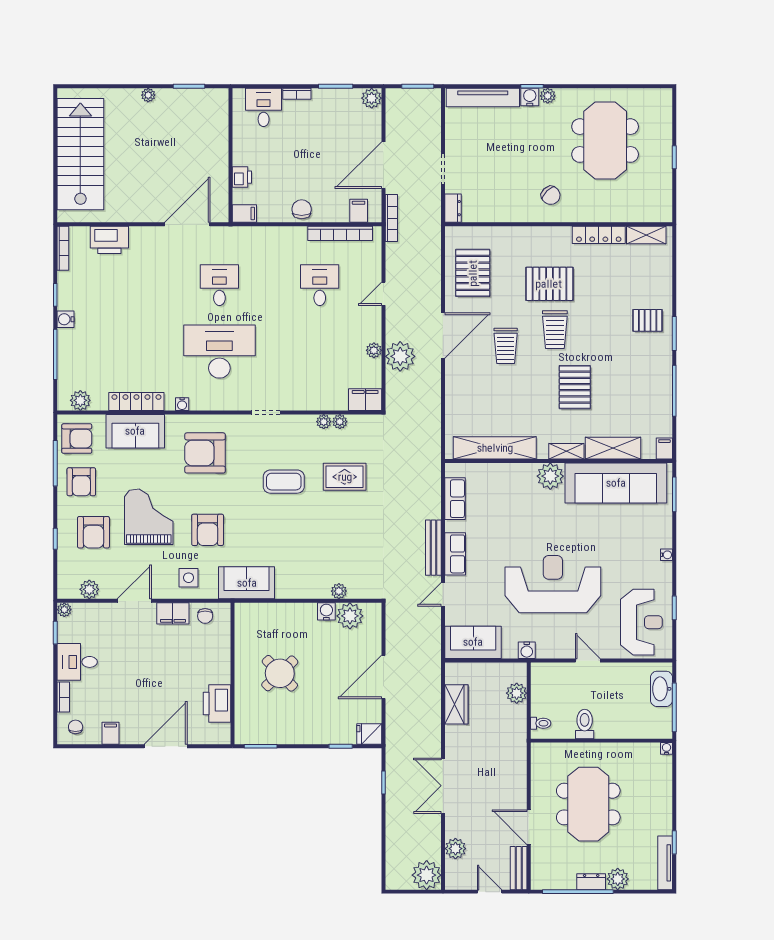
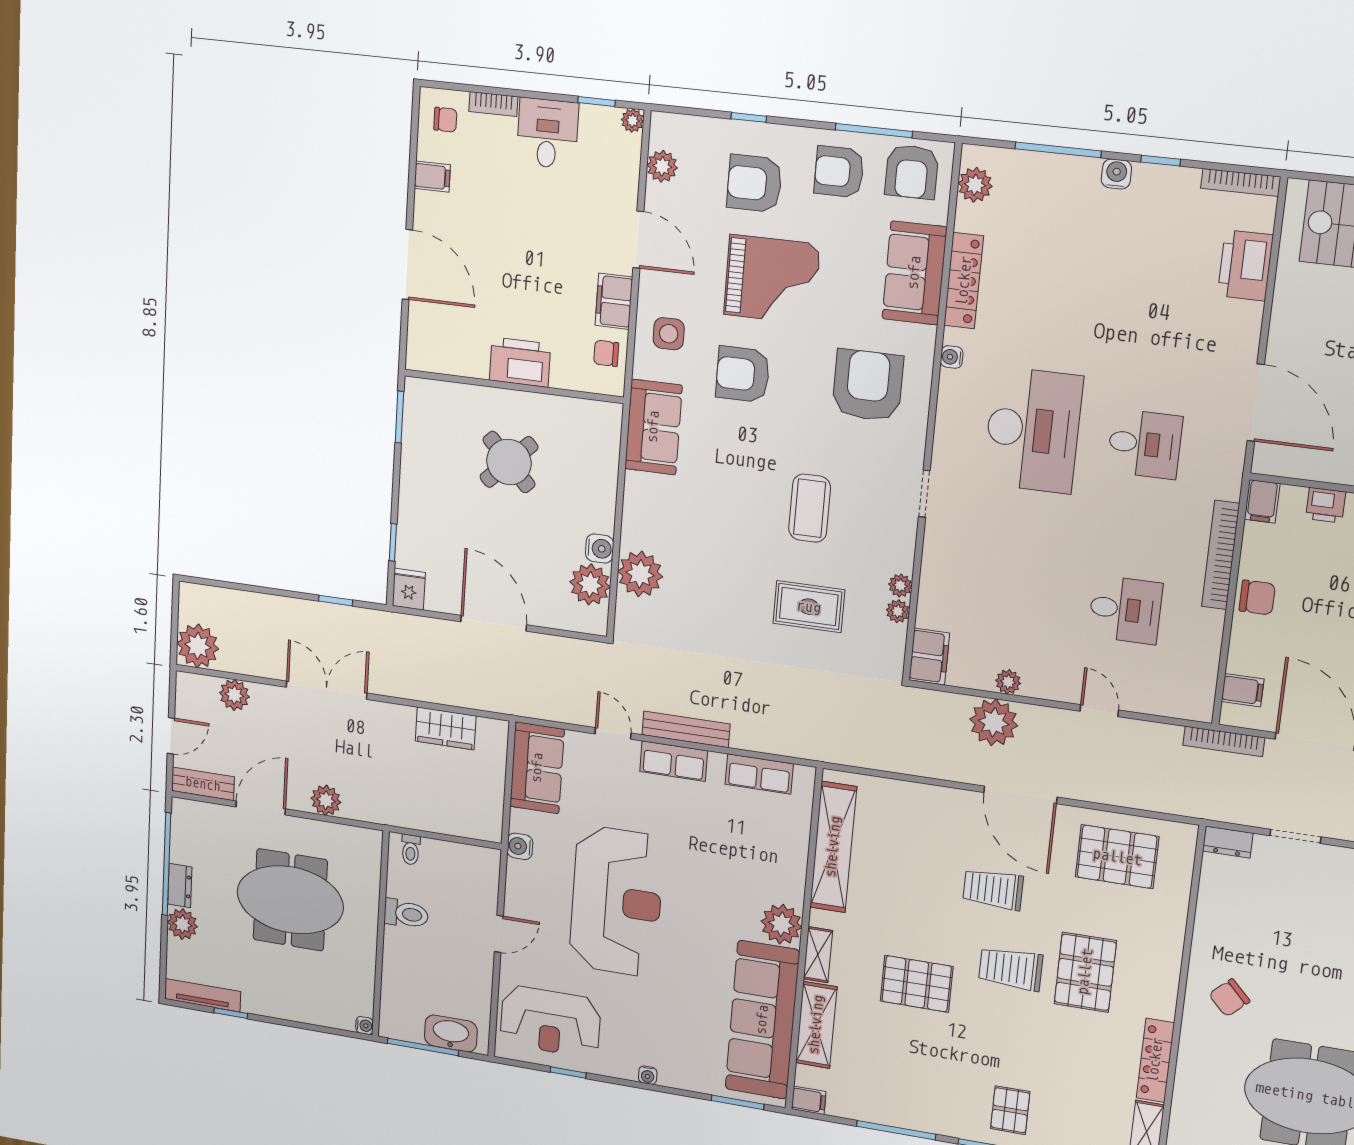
bookcase: (340, 233) -> (1221, 555), moved
rug: (345, 477) -> (809, 607), turned 90
plant: (339, 591) -> (640, 574), width x1.88, depth x1.88
plant: (517, 693) -> (326, 800), moved
printer: (217, 704) -> (520, 362), moved

